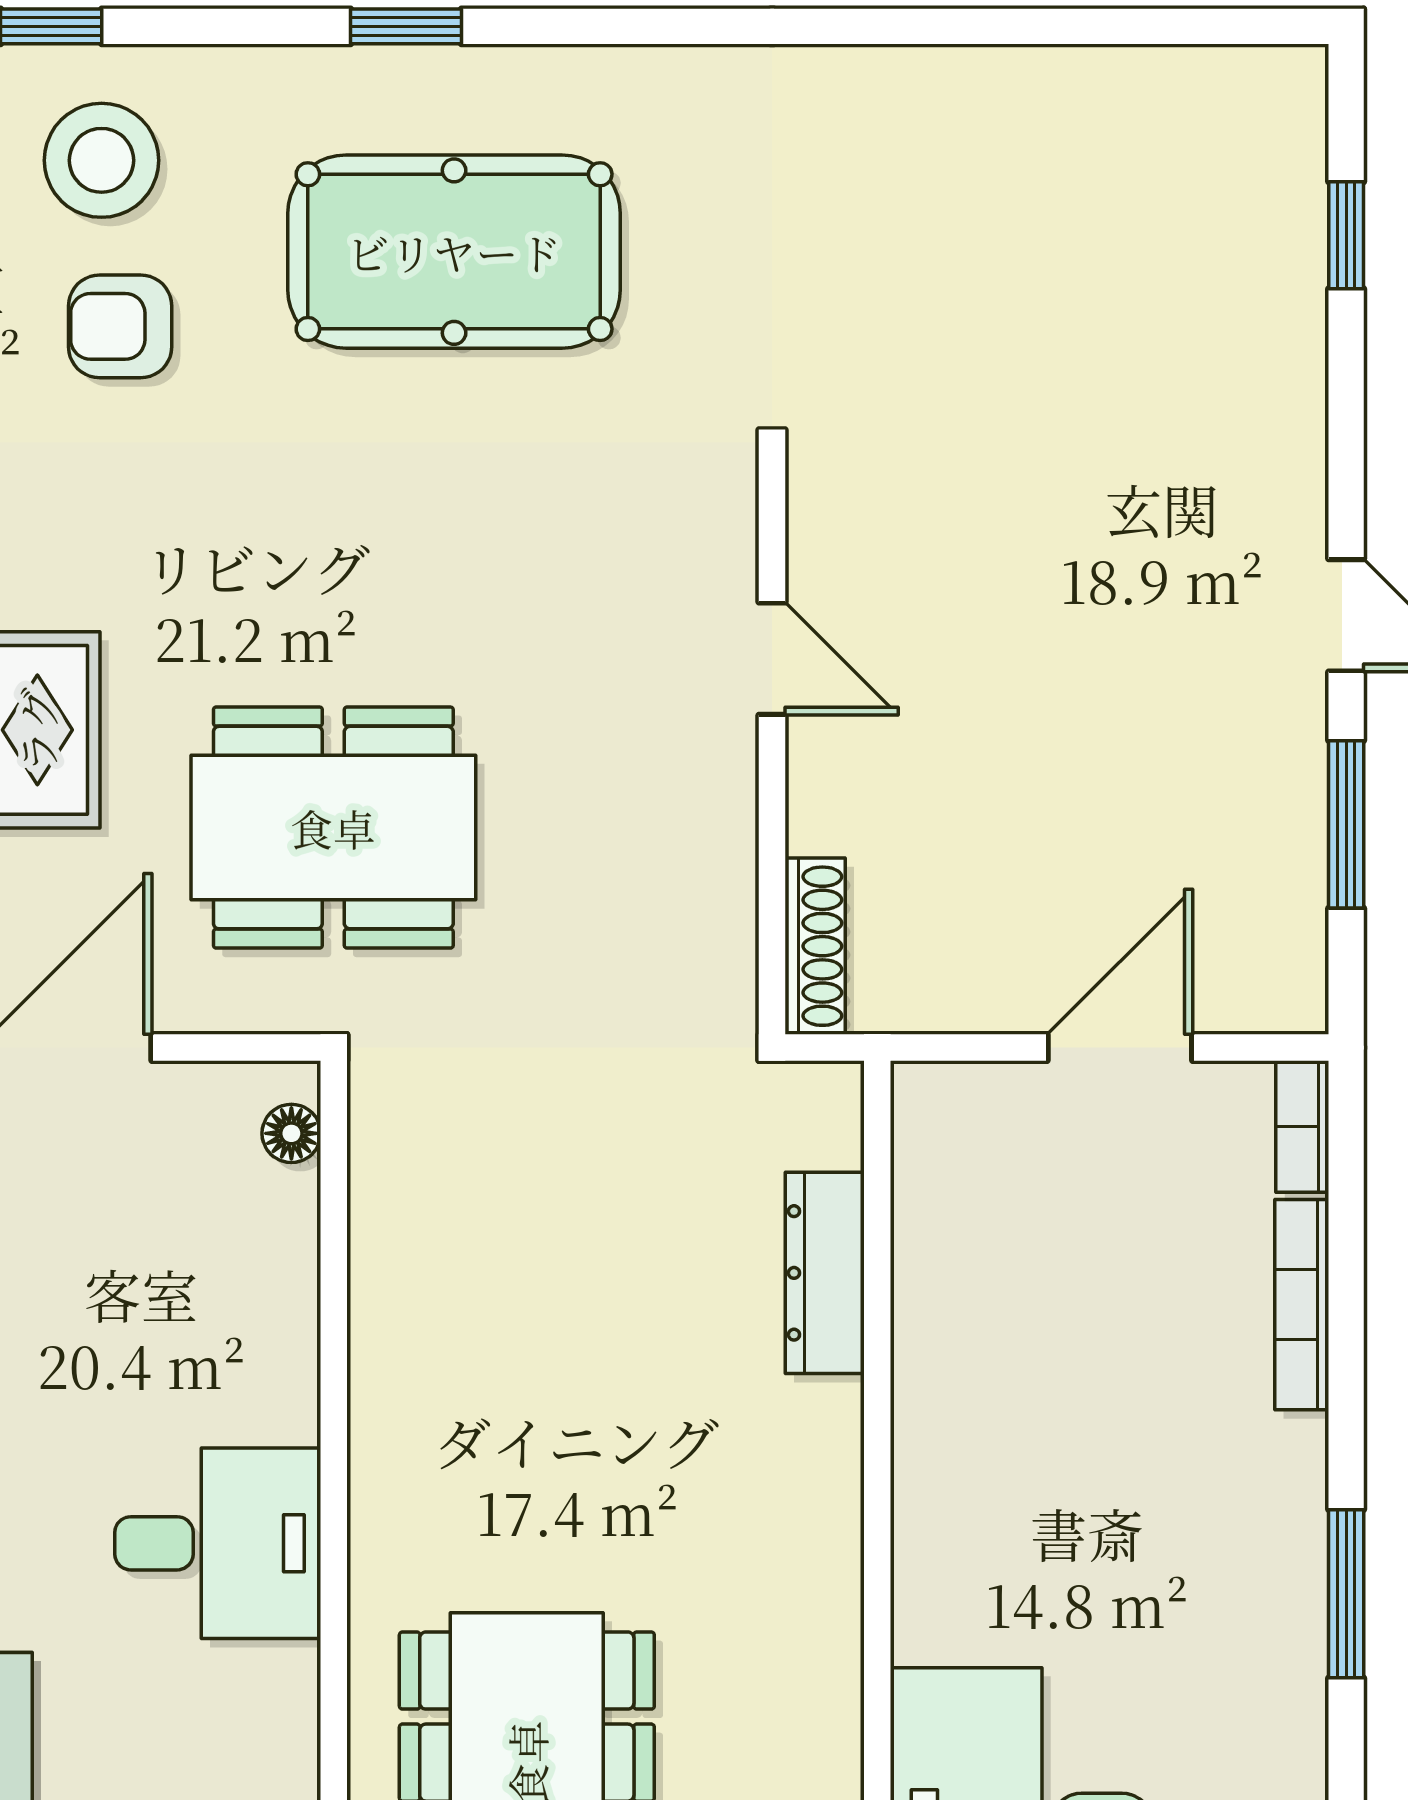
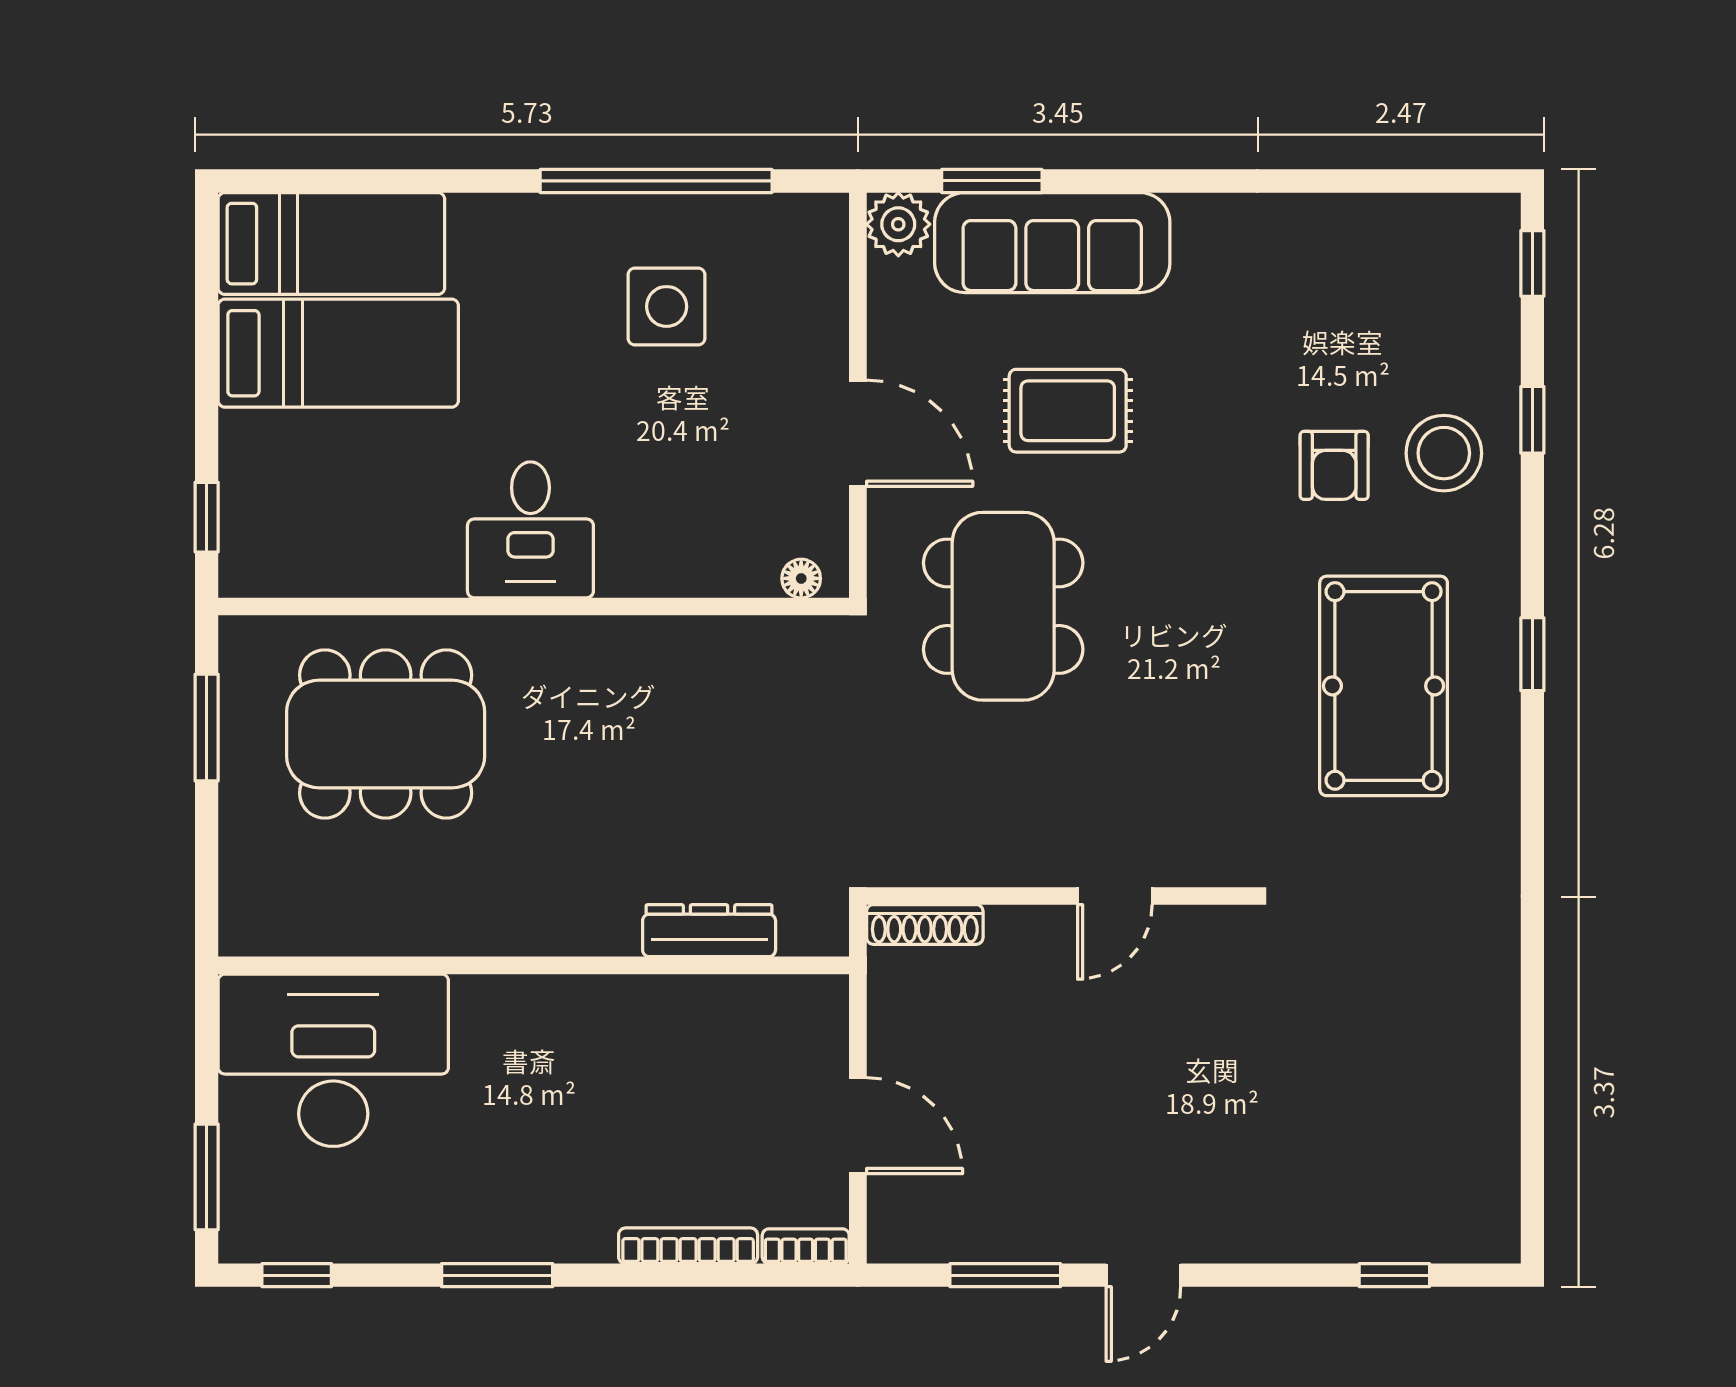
armchair: (120, 326) -> (1334, 465), turned 180

